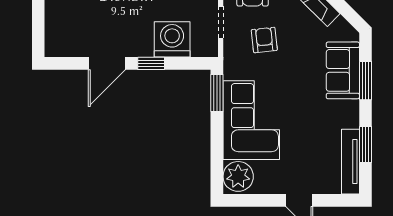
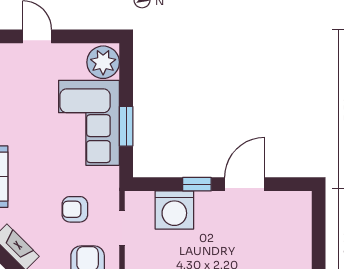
armchair: (264, 40) -> (75, 209), turned 96
window: (217, 93) -> (126, 126), moved

